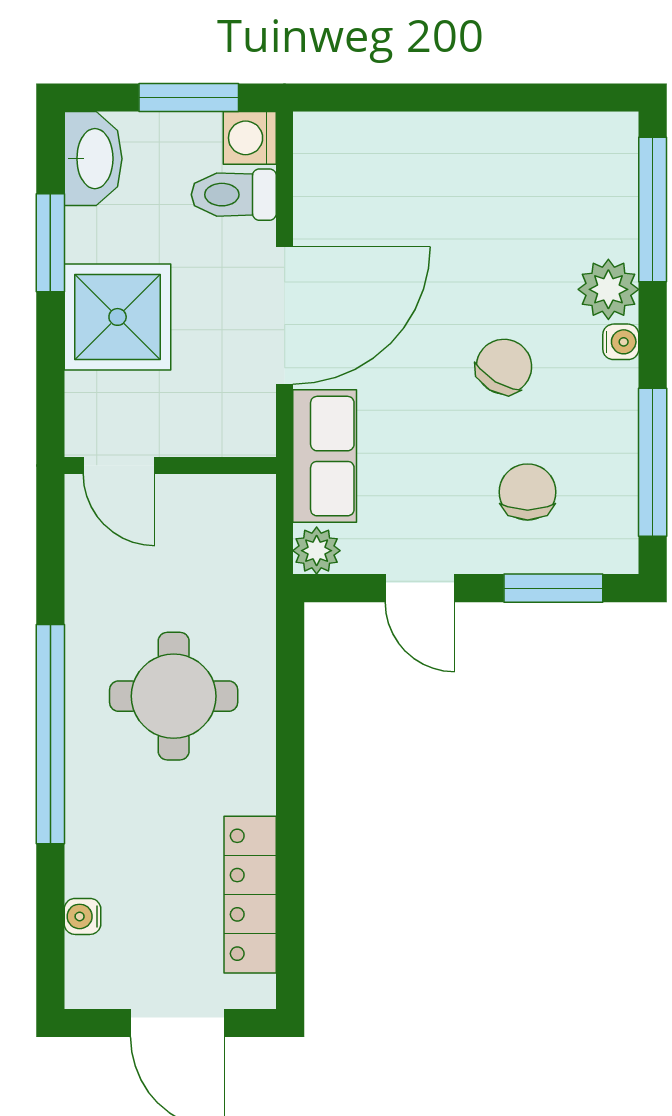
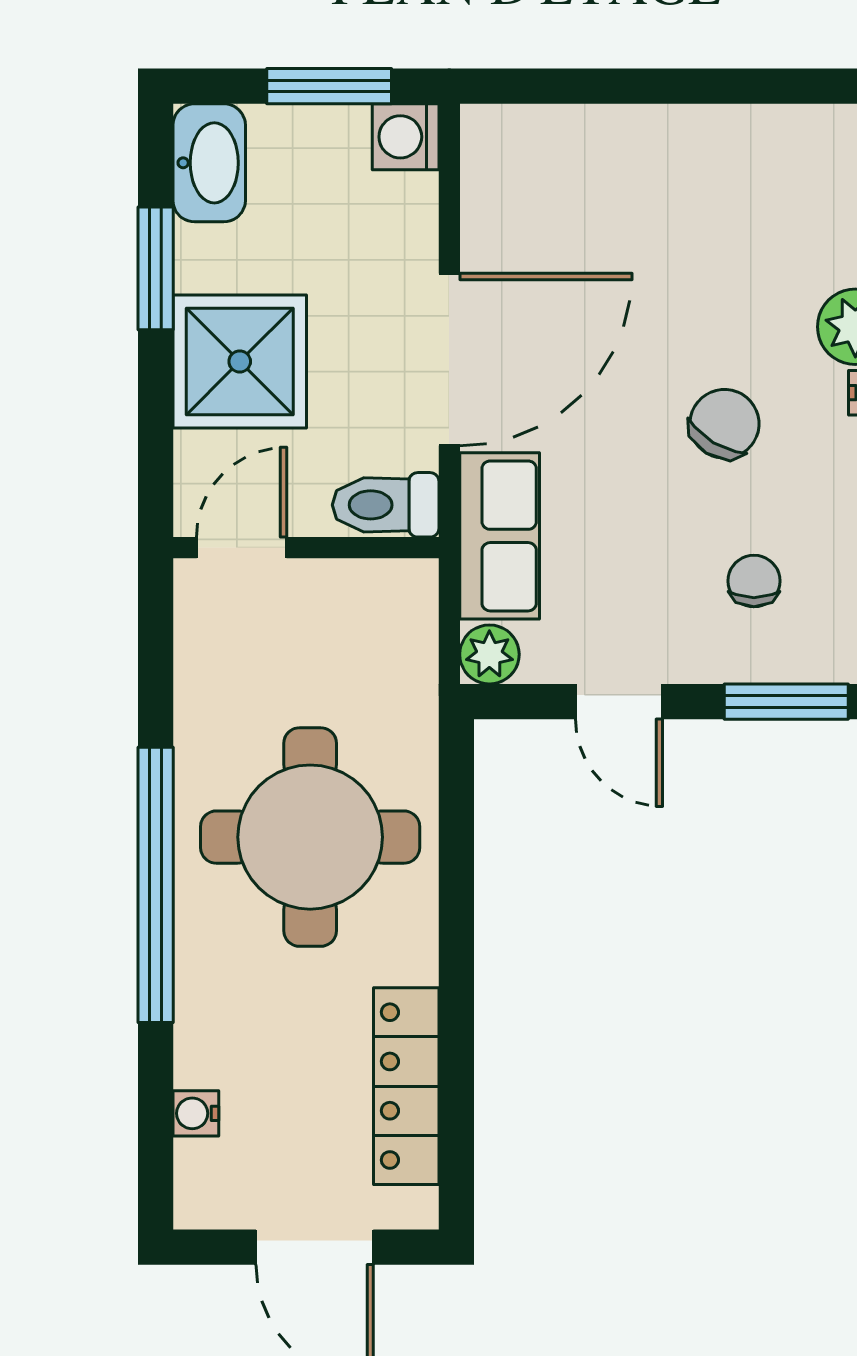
toilet: (234, 195) -> (386, 505), moved
door: (119, 465) -> (242, 548), swing flipped
chair: (528, 492) -> (754, 581), width x0.73, depth x0.73
round table: (174, 696) -> (310, 837), width x1.36, depth x1.36

